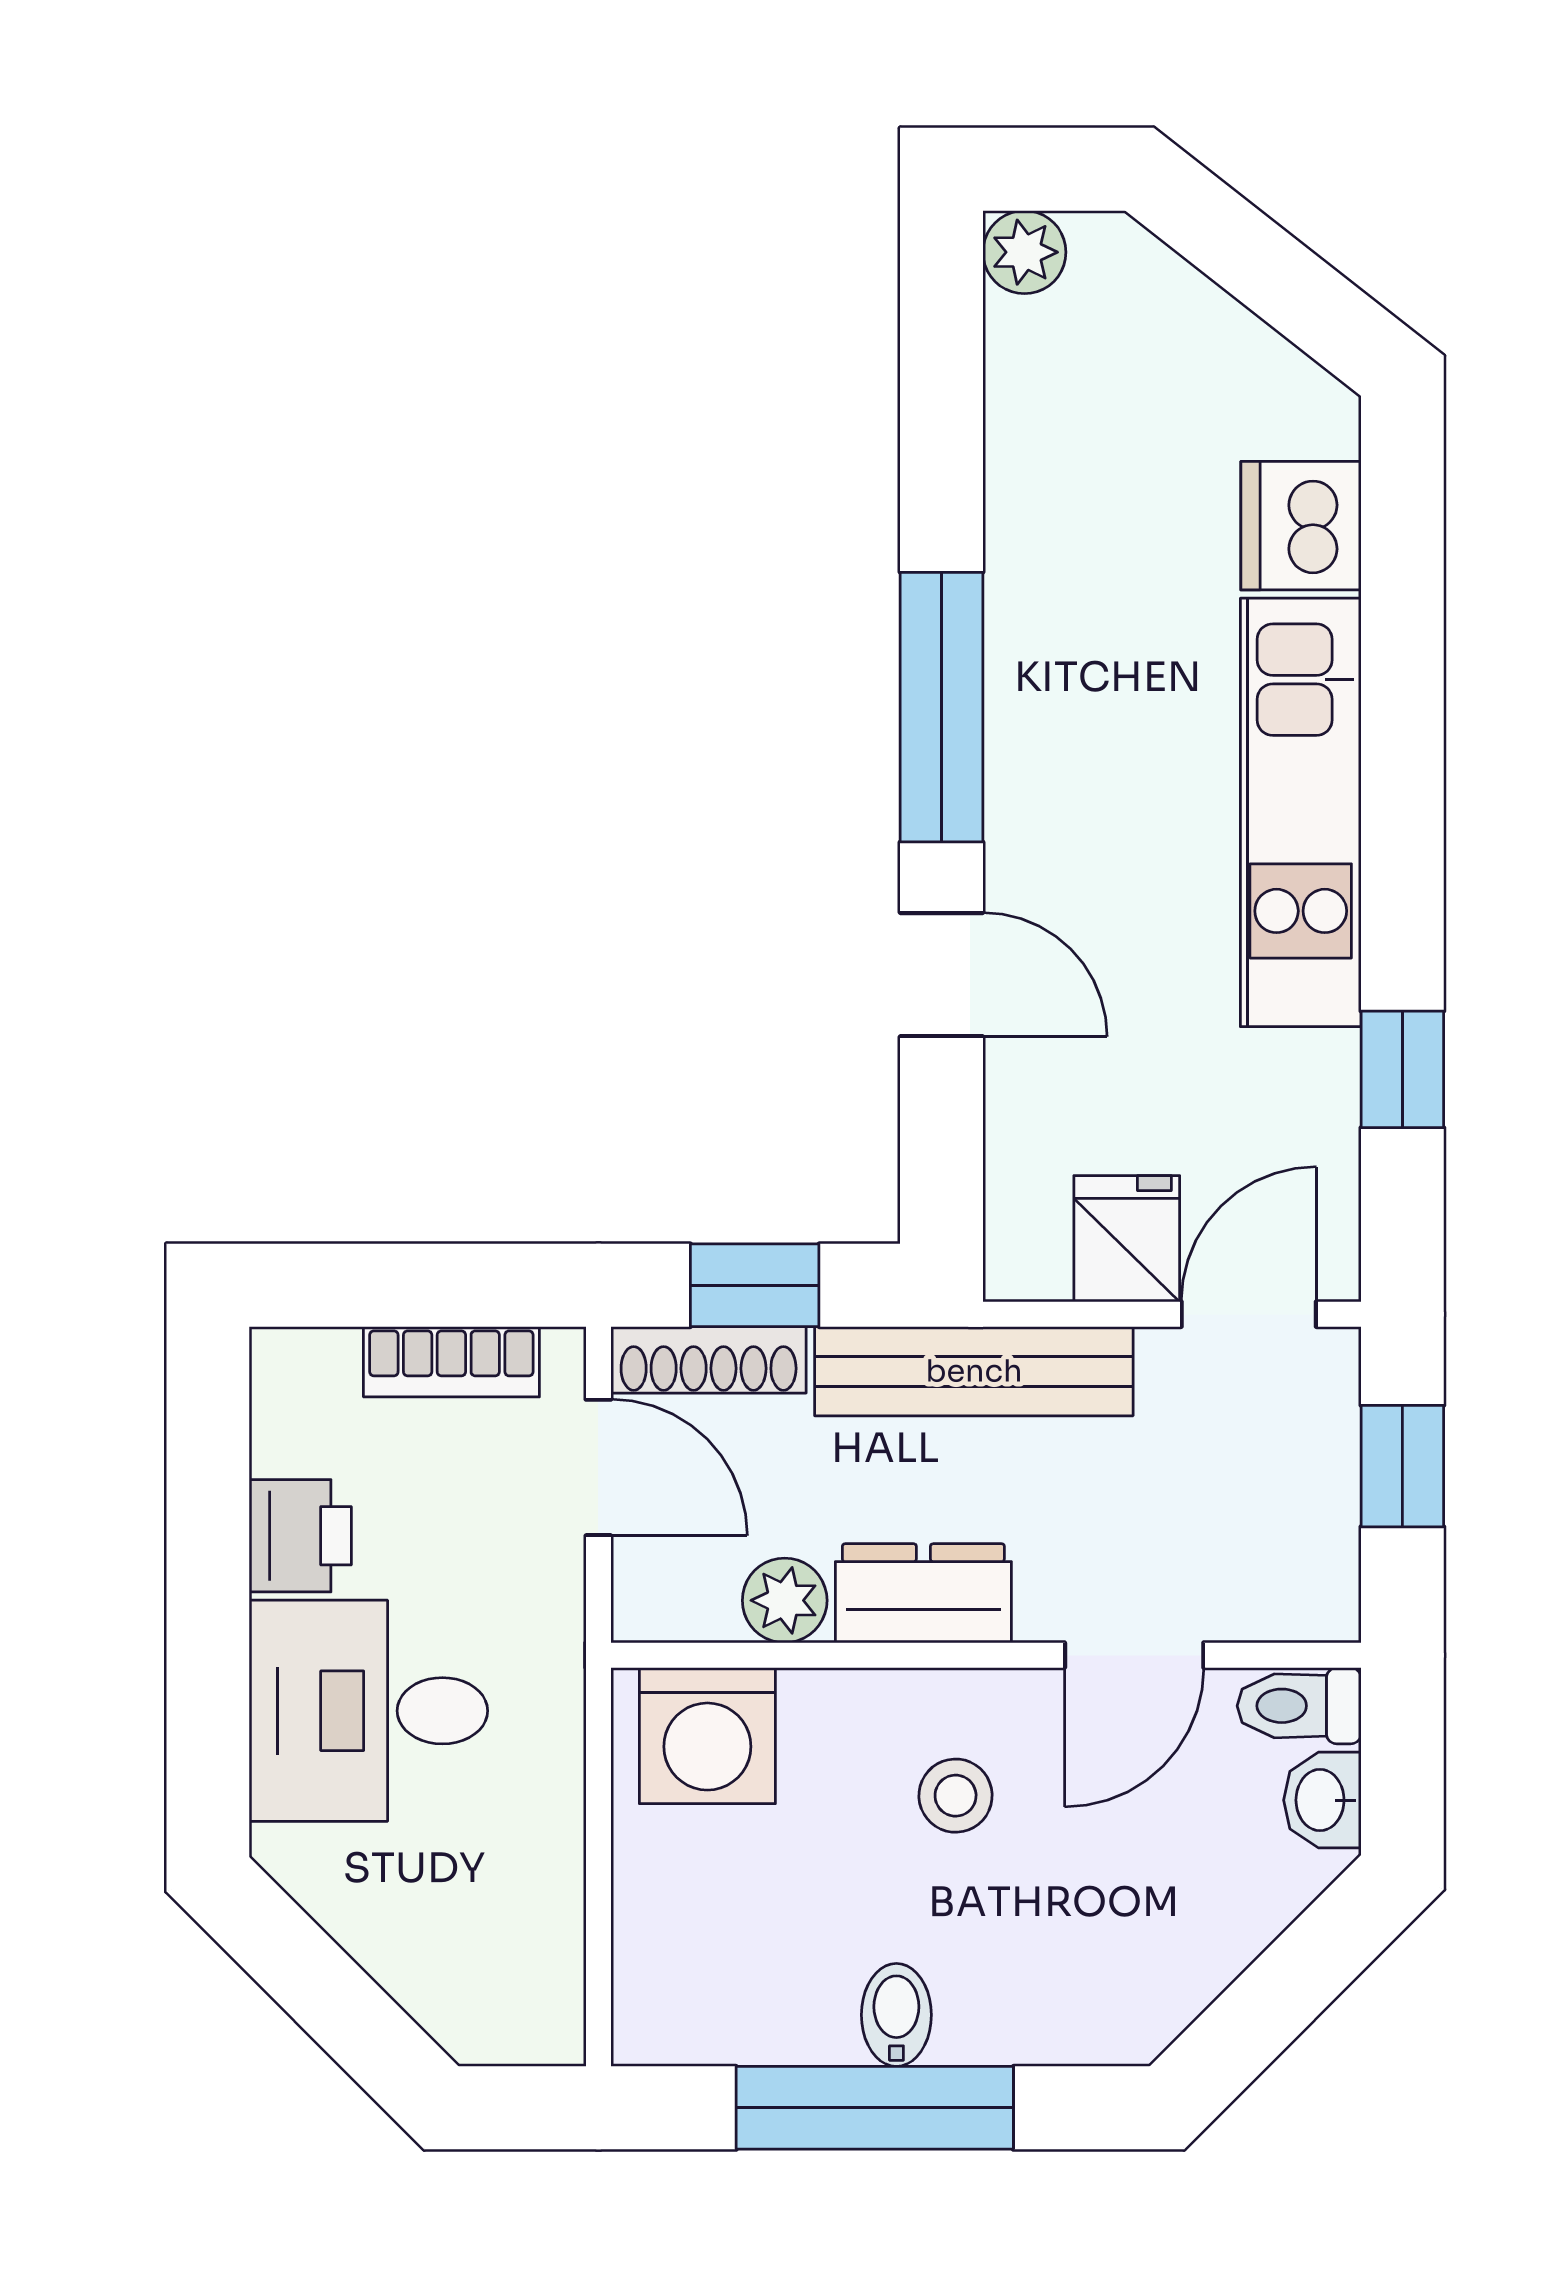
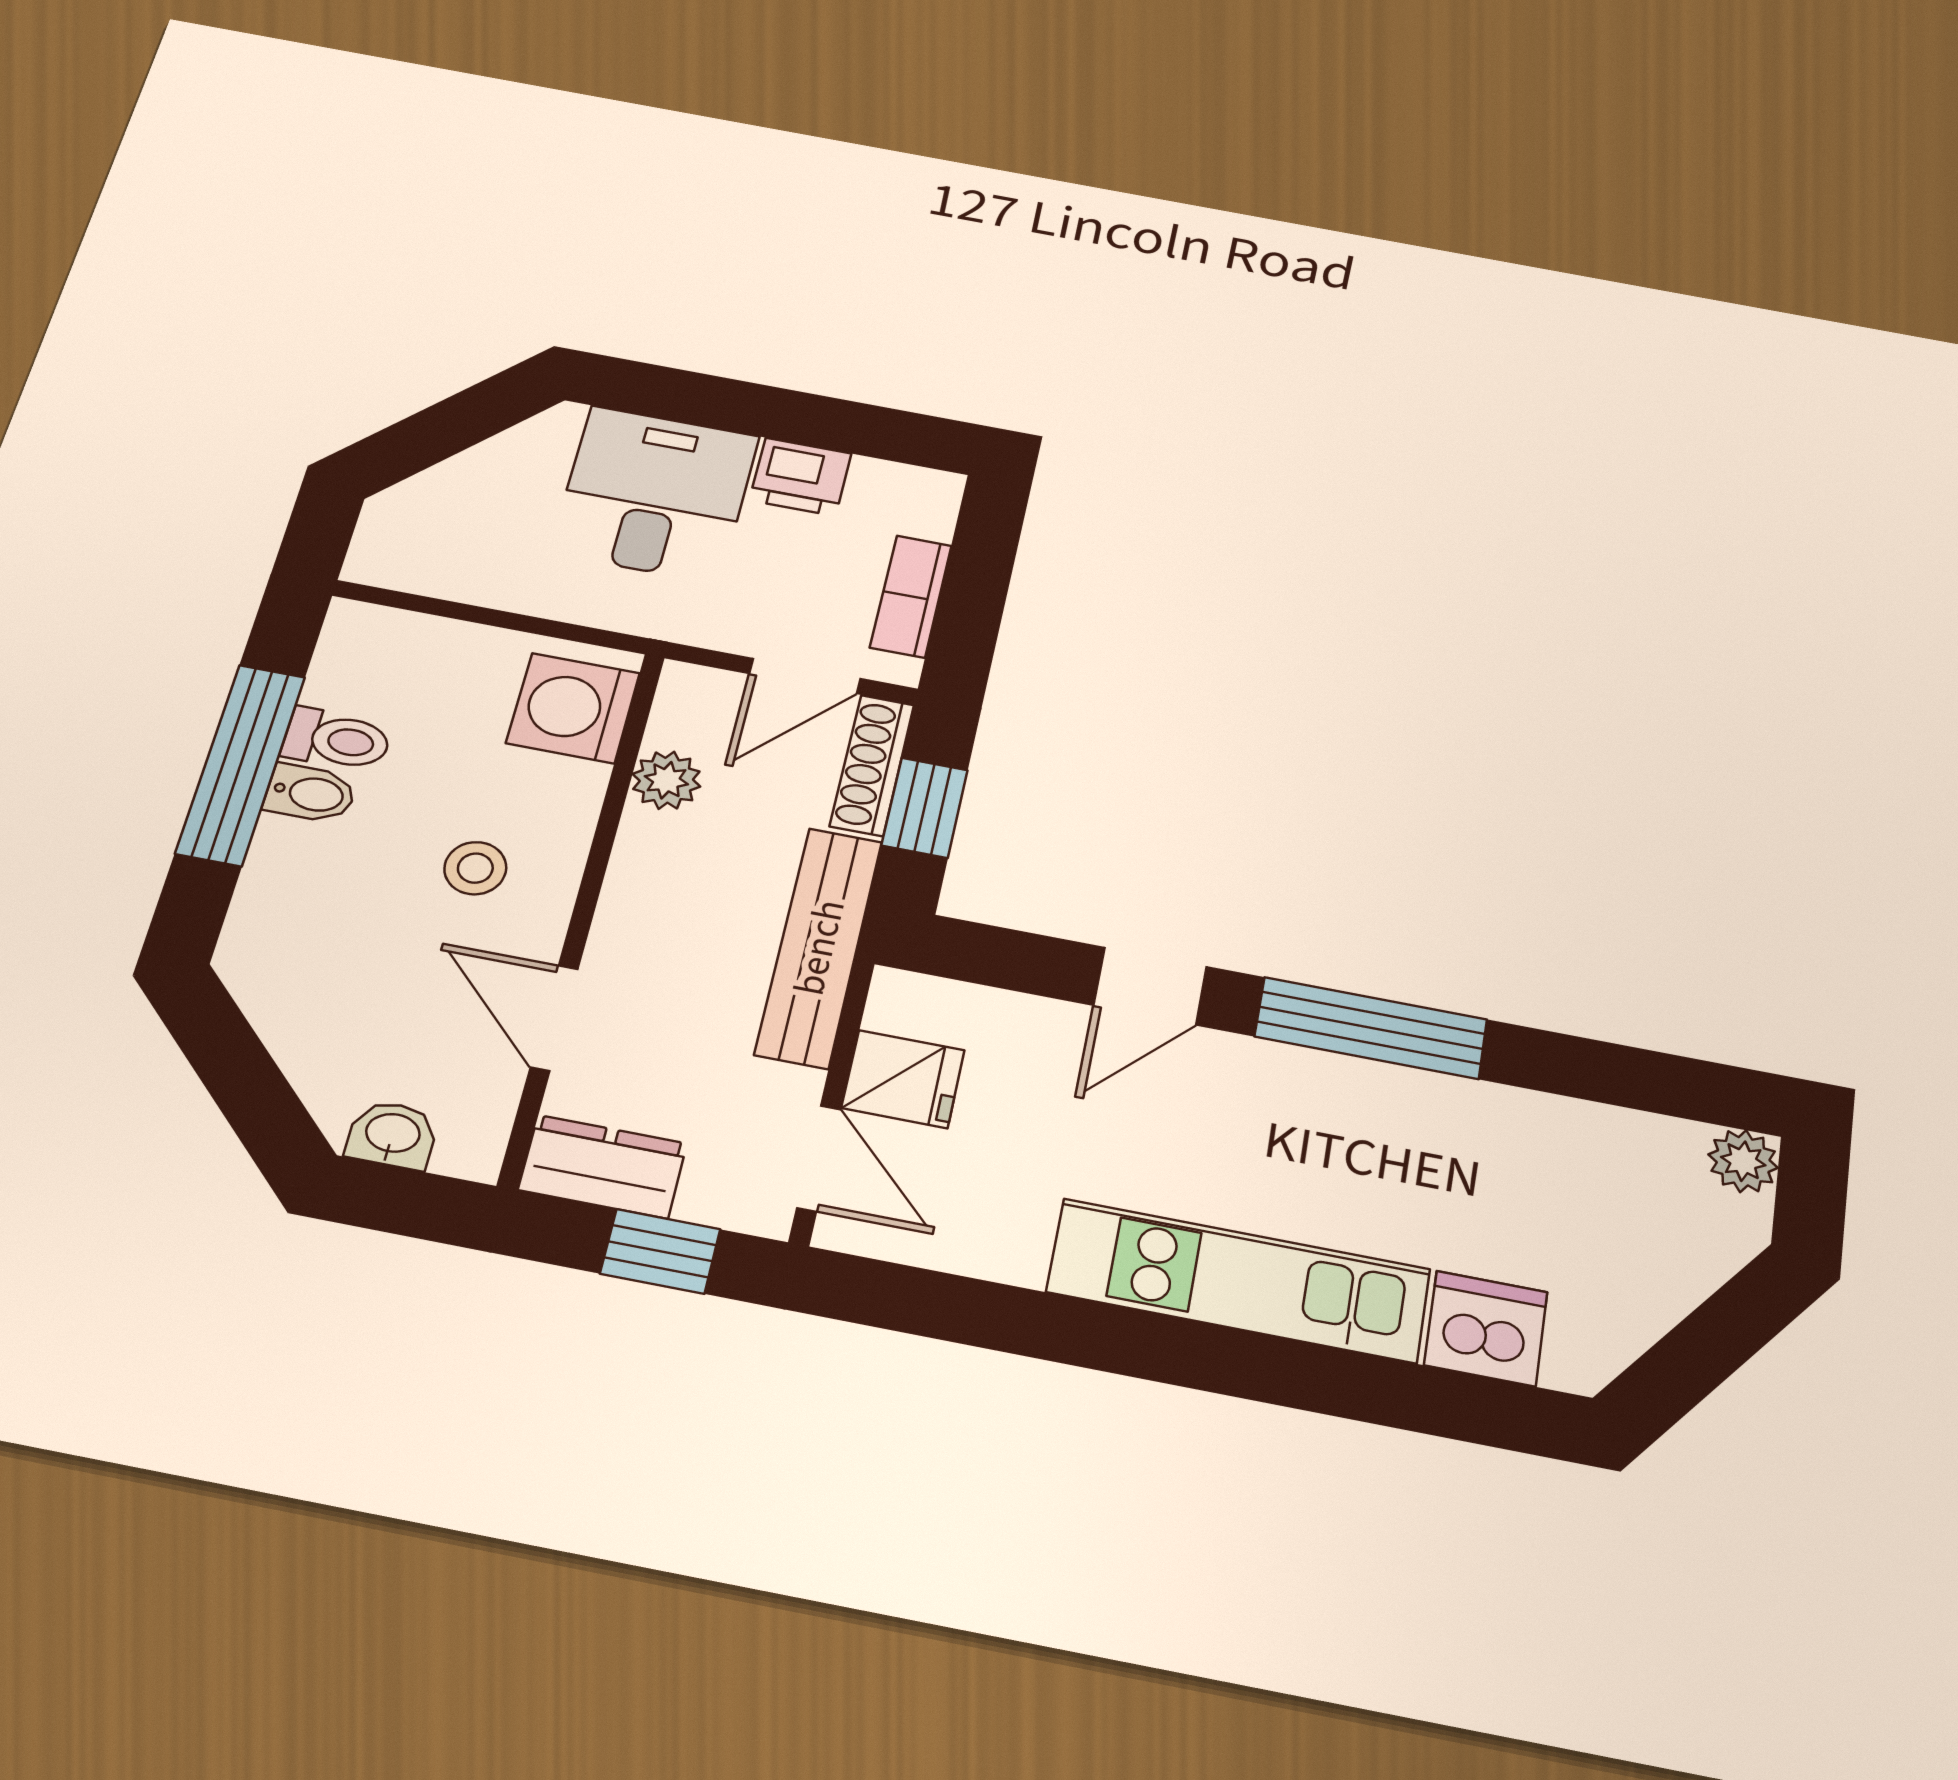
window: (1402, 1069) -> (1002, 1318), removed
dresser: (923, 1593) -> (603, 1167), moved, turned -90
toilet: (1299, 1706) -> (337, 740), moved, turned 90

